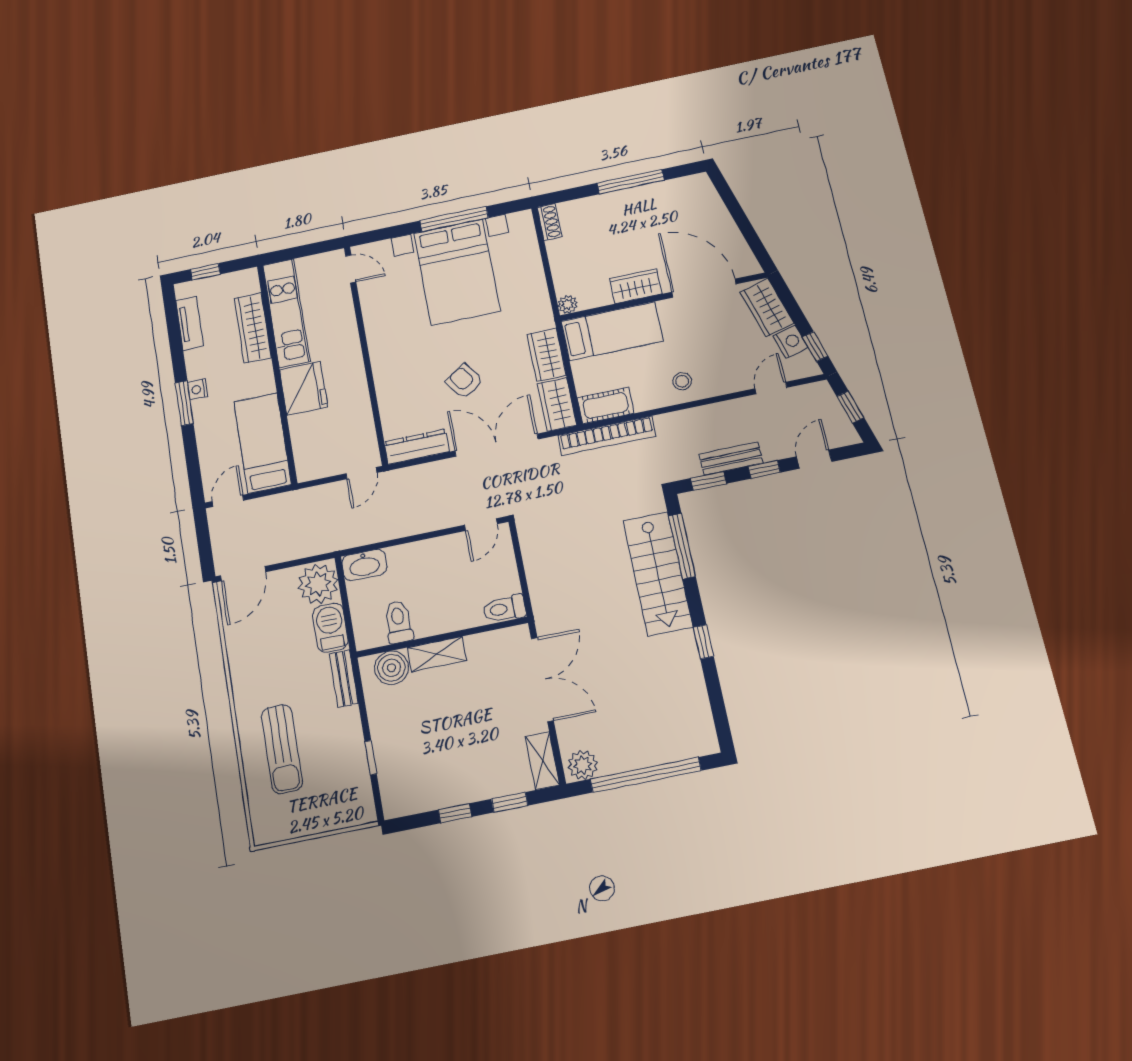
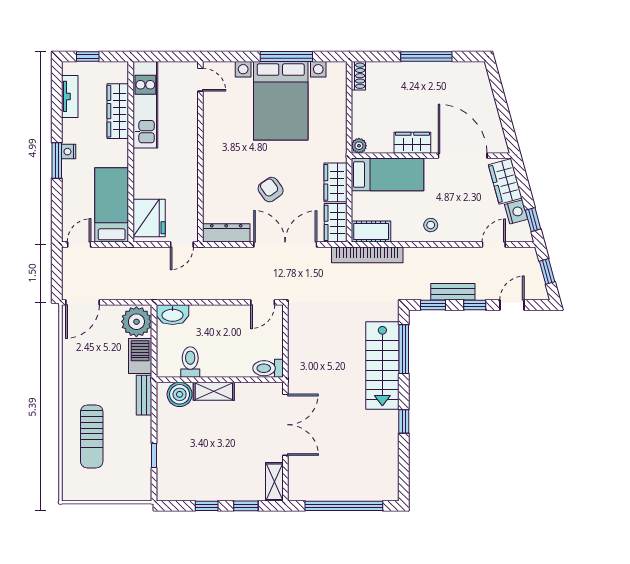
fridge: (304, 388) -> (149, 218), moved
plant: (583, 765) -> (302, 490), removed

